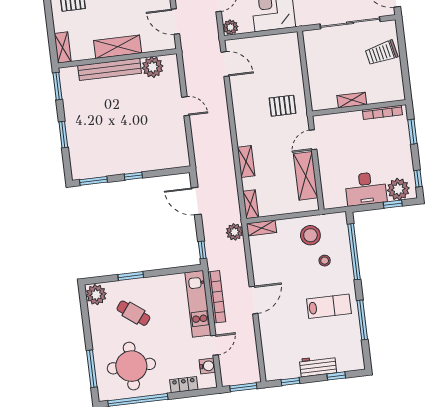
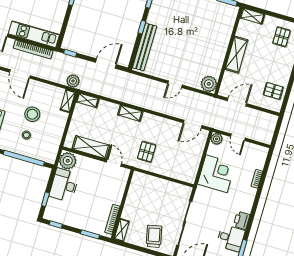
plant: (153, 67) -> (209, 84), moved
bench: (110, 69) -> (145, 47), moved
shelving: (352, 100) -> (122, 230), moved
shelving: (246, 162) -> (130, 113), moved
plant: (398, 189) -> (68, 161), moved
stool: (310, 235) -> (32, 114), moved

